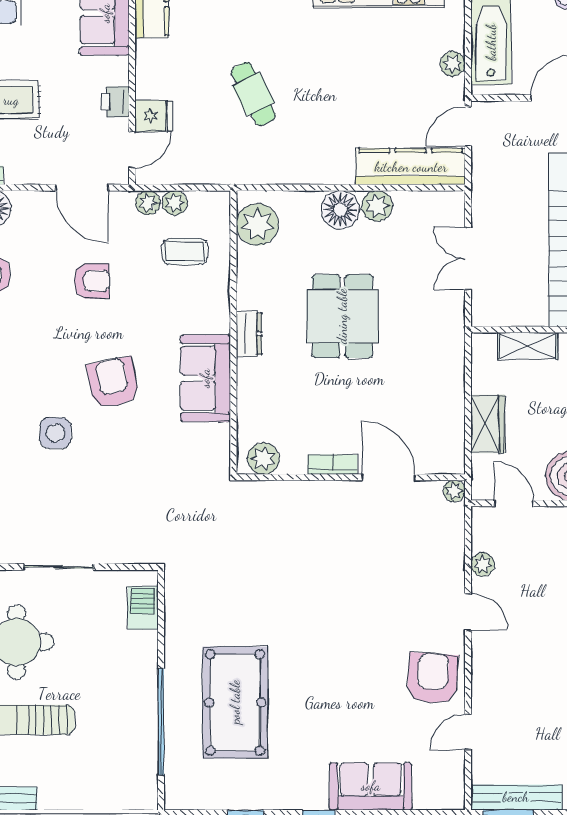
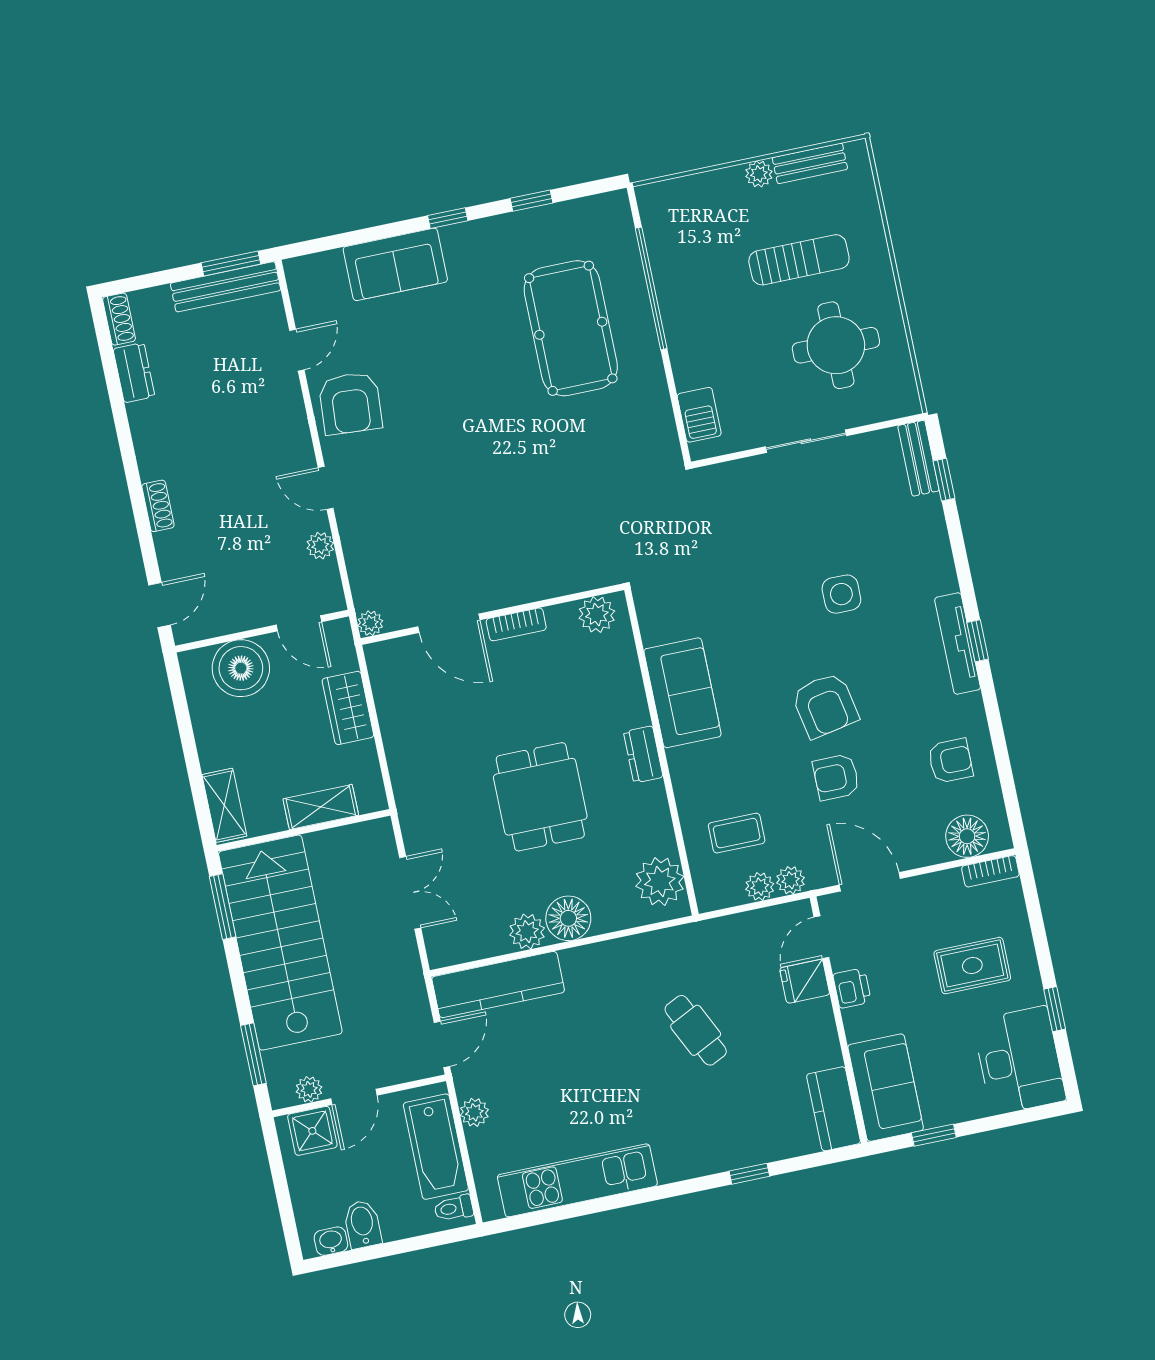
armchair: (113, 383) -> (825, 705), moved
plant: (51, 799) -> (759, 174), added

